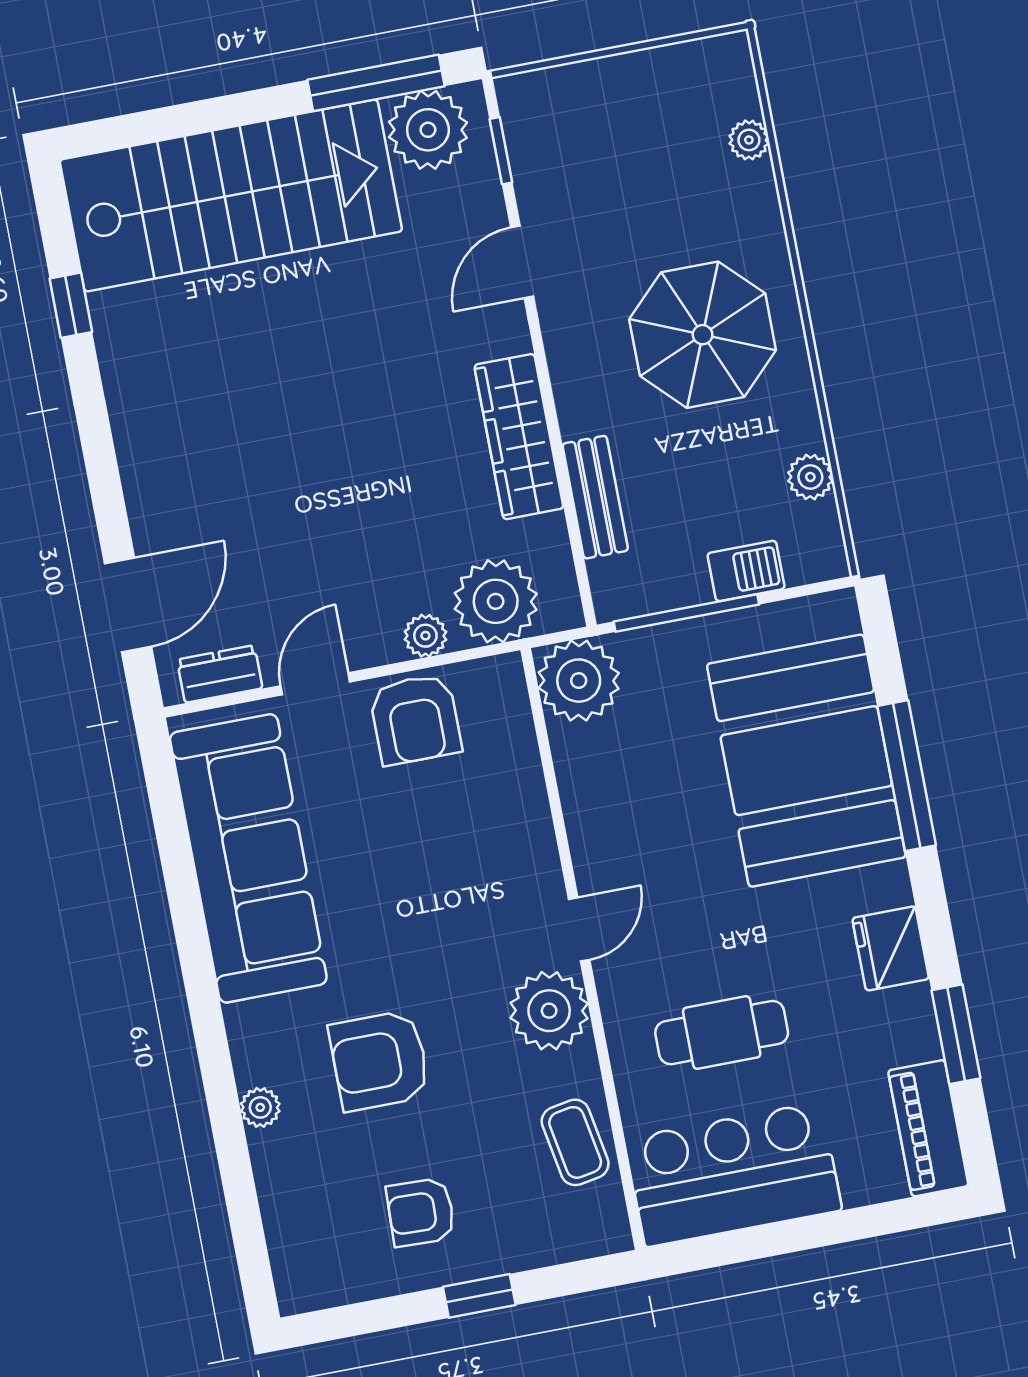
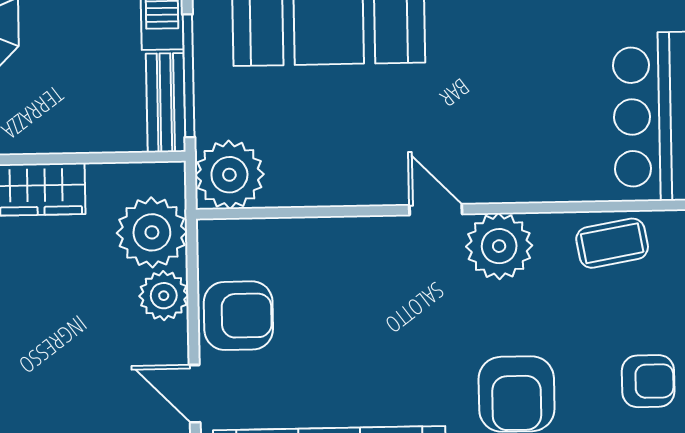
bench: (595, 497) -> (166, 103), moved, turned 90
plant: (425, 636) -> (164, 296), width x1.38, depth x1.38
cafe table: (722, 1033) -> (542, 106), removed
armchair: (421, 1212) -> (648, 381), turned -92

